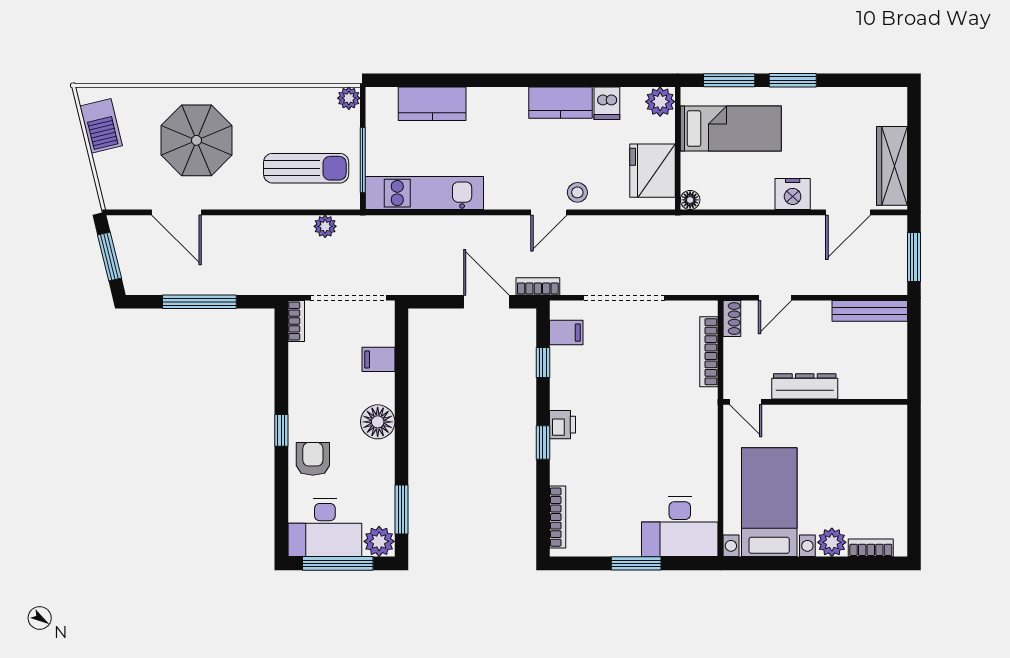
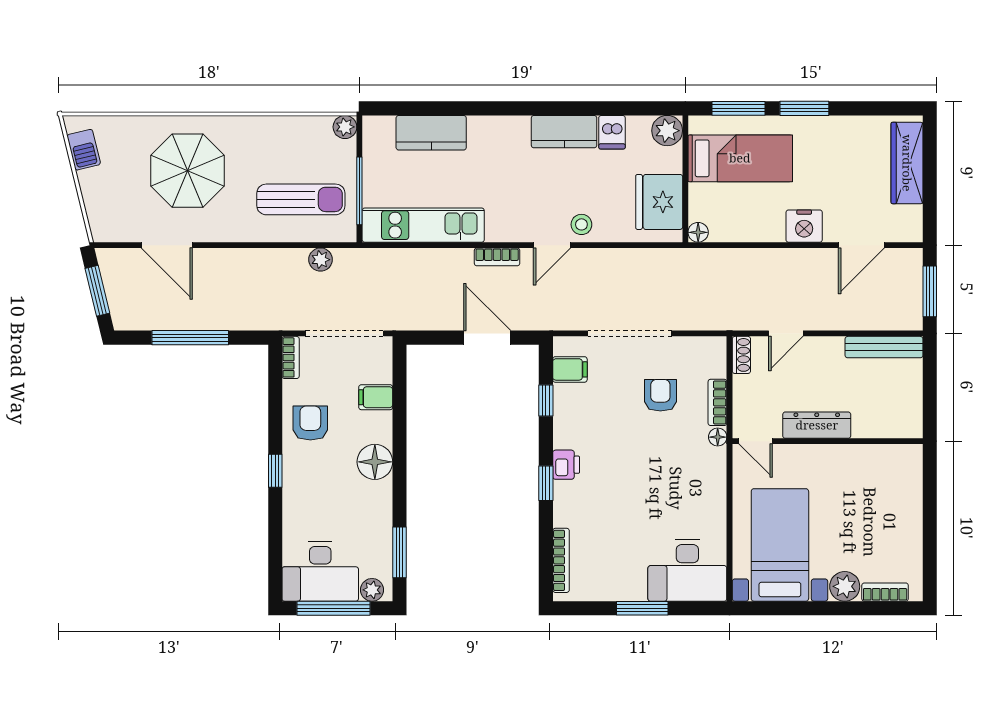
barbecue: (101, 126) -> (84, 150), width x0.73, depth x0.79
wardrobe: (892, 166) -> (907, 163), moved
bookcase: (538, 286) -> (497, 257), moved, turned 180
bookcase: (709, 352) -> (717, 402), width x0.64
armchair: (654, 358) -> (660, 395), added
floor lamp: (709, 398) -> (718, 437), added
armchair: (313, 459) -> (310, 423), moved
plant: (379, 541) -> (372, 590), width x0.73, depth x0.73

